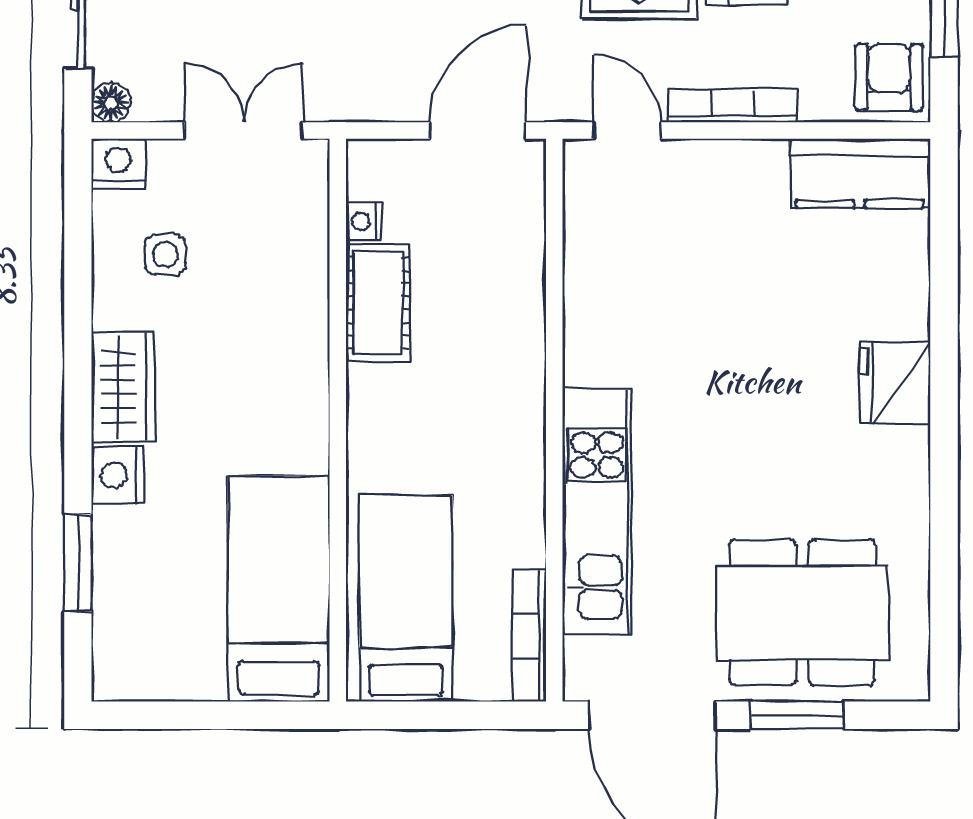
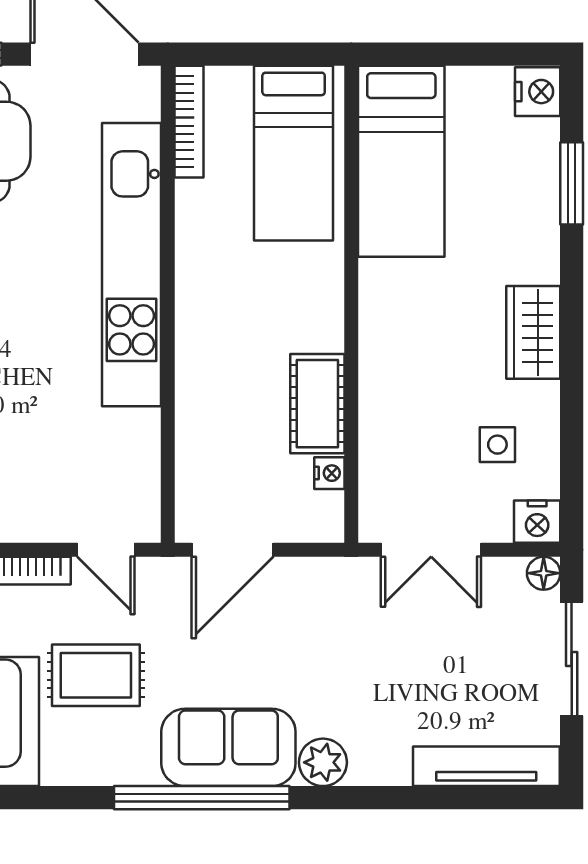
nightstand: (118, 475) -> (538, 92), moved
kitchen unit: (597, 511) -> (132, 265), width x1.36

